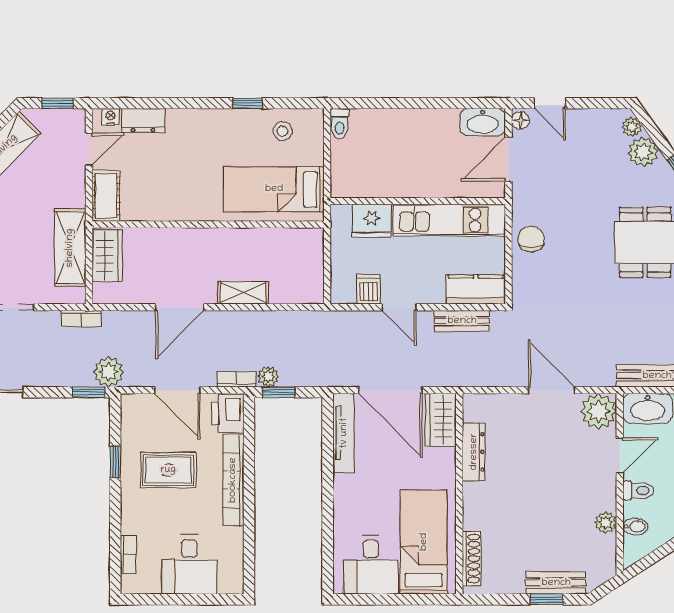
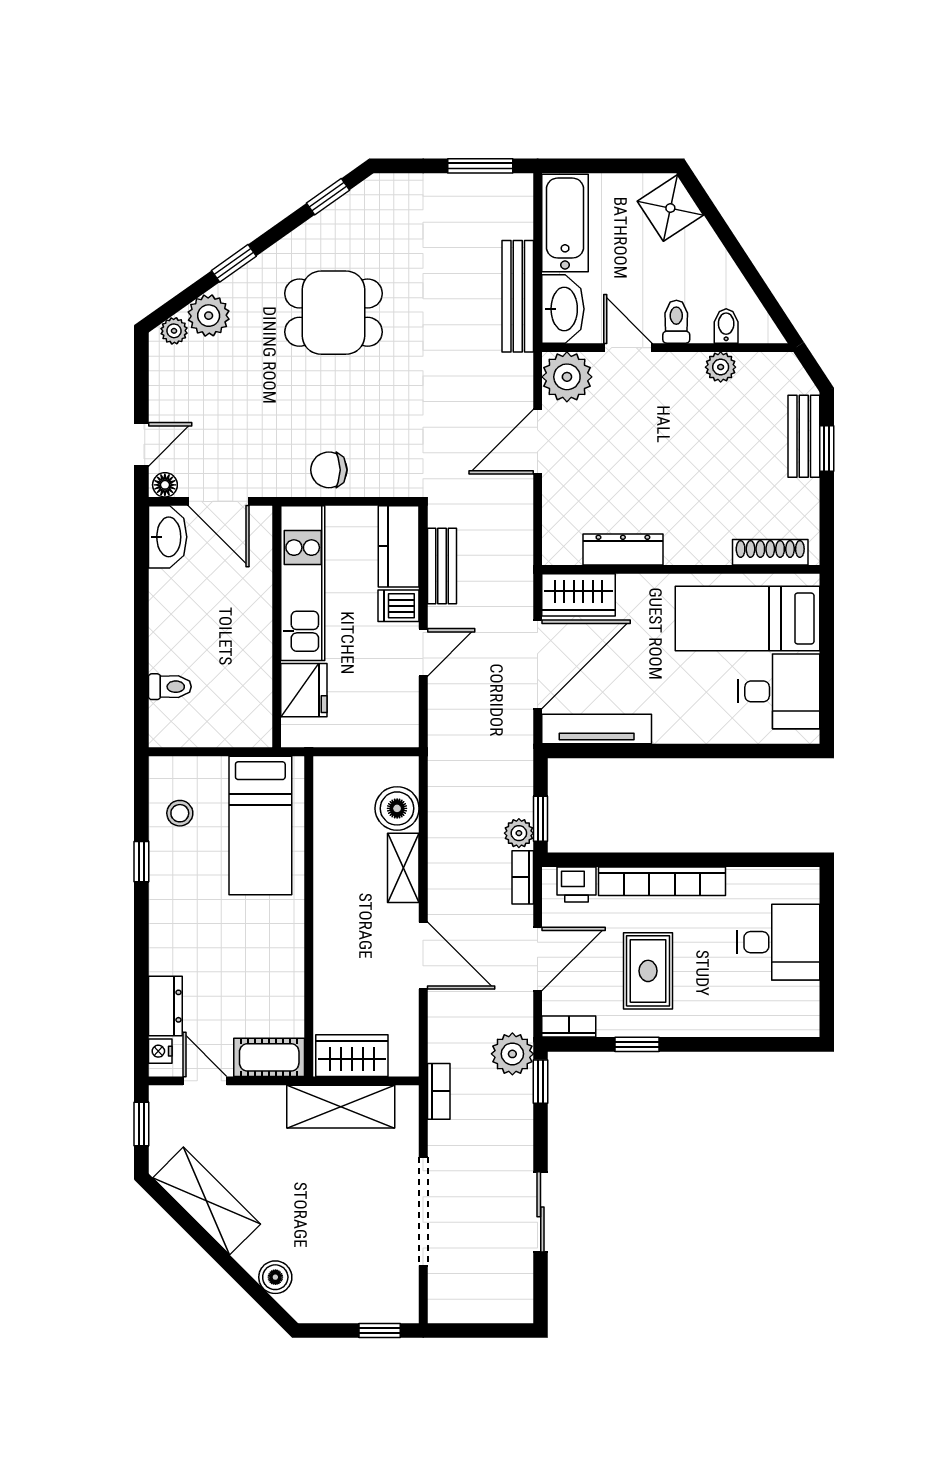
toilet: (340, 124) -> (170, 687), moved
boiler: (286, 288) -> (397, 808), added
dishwasher: (368, 289) -> (398, 606), moved
printer: (228, 413) -> (576, 885), width x0.73, depth x0.81
bookcase: (128, 554) -> (569, 1027), moved

